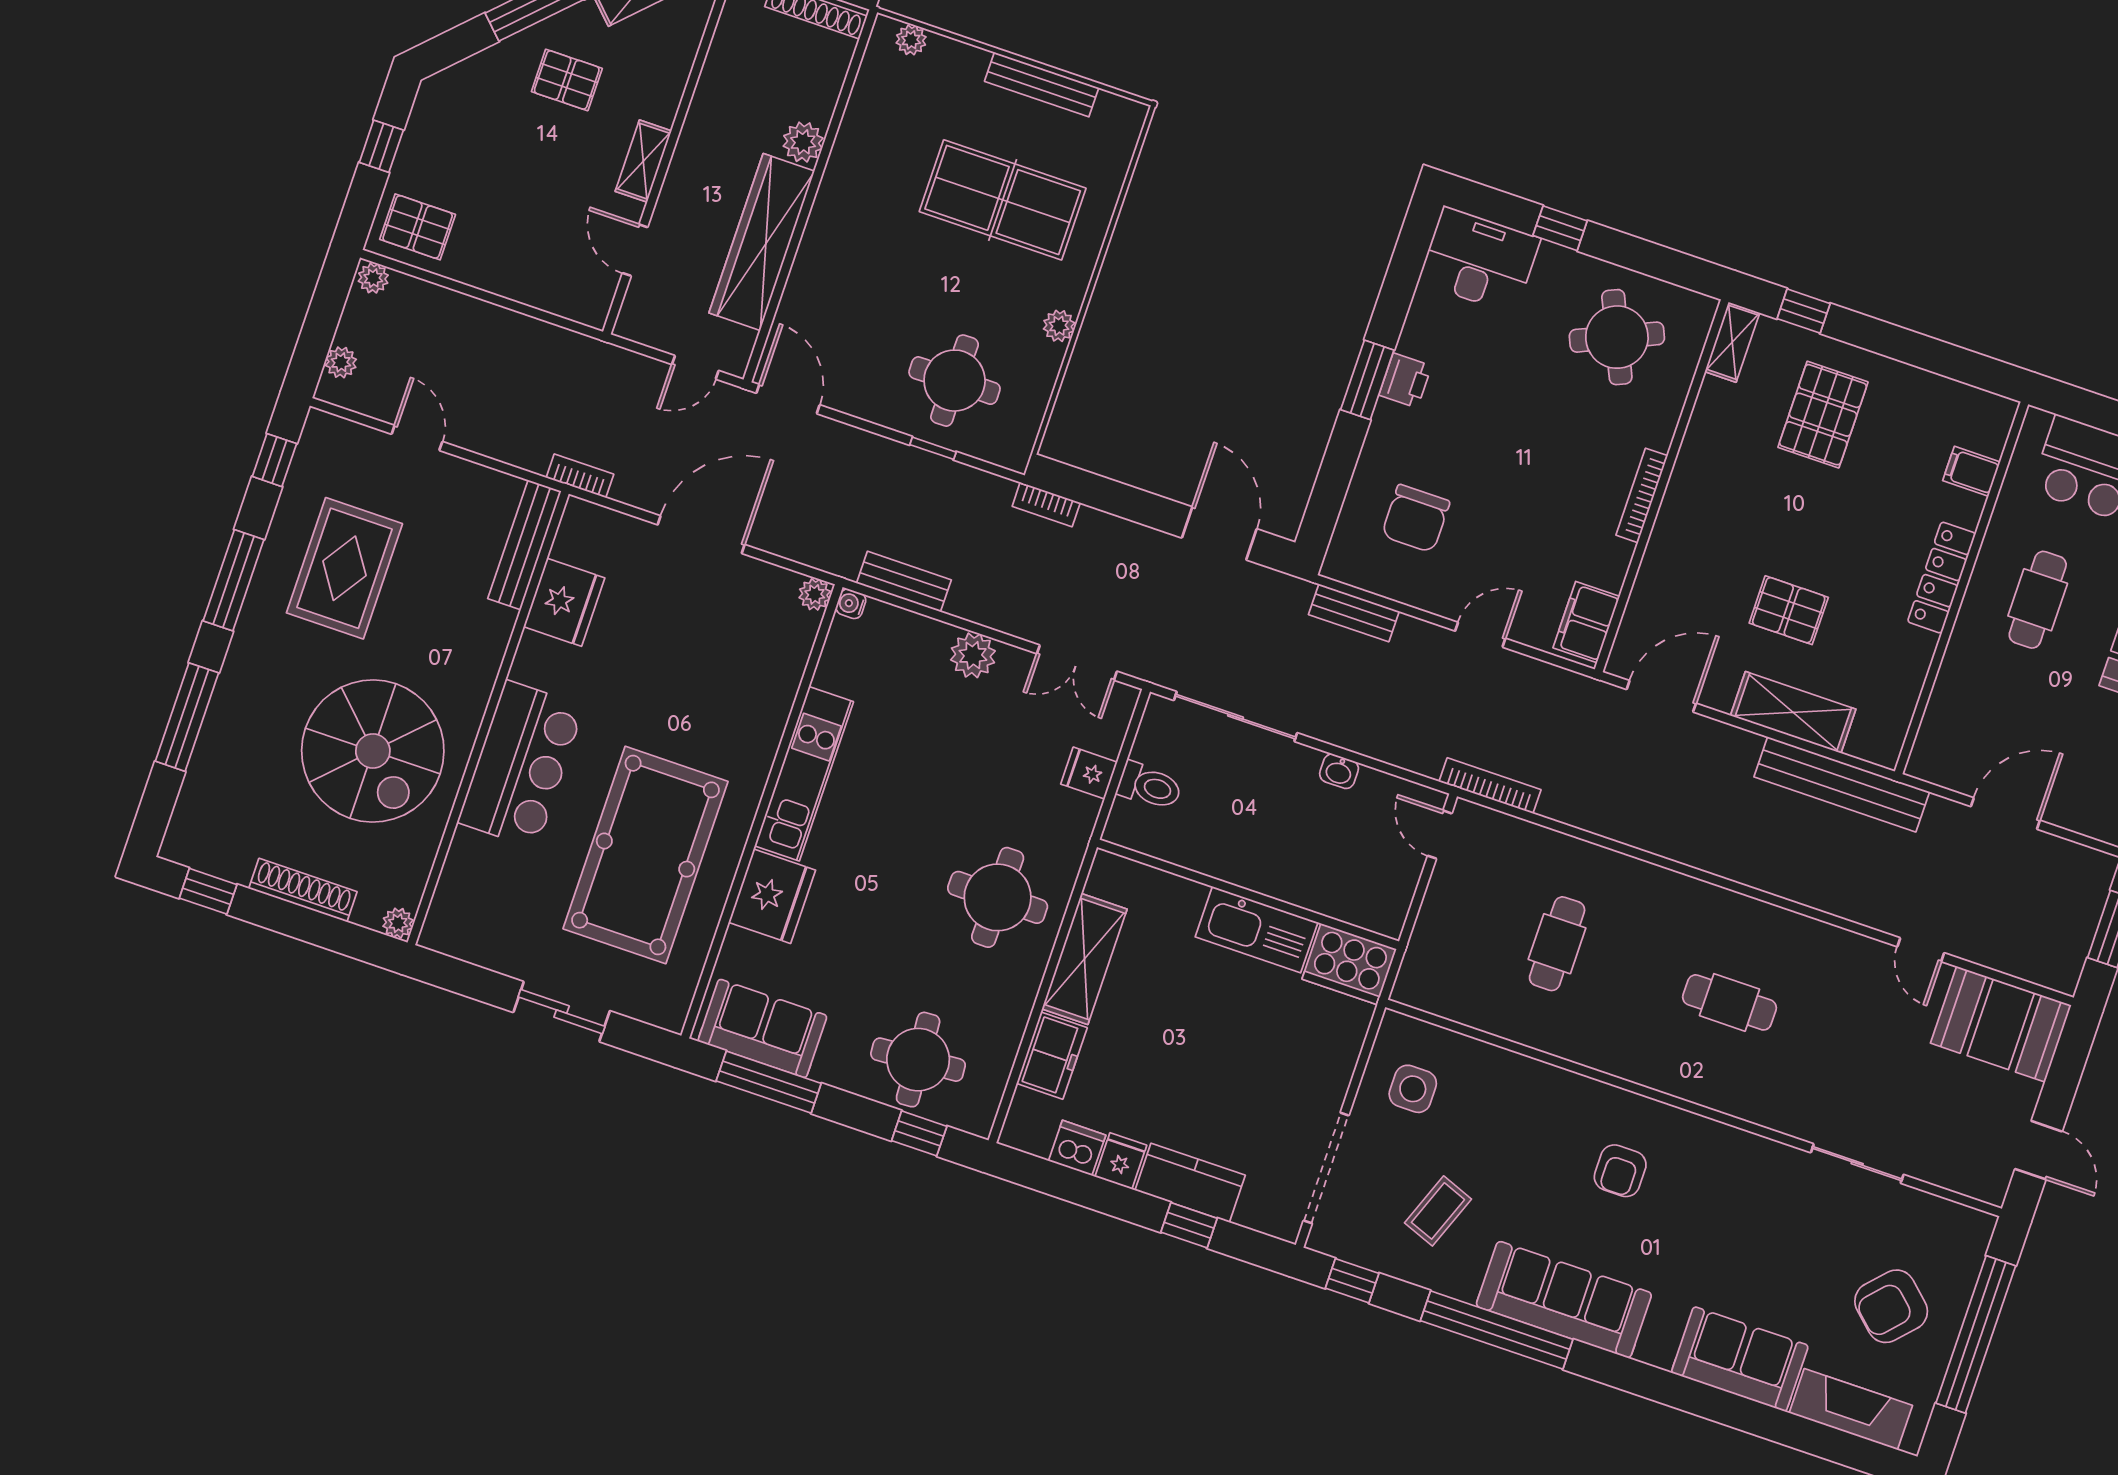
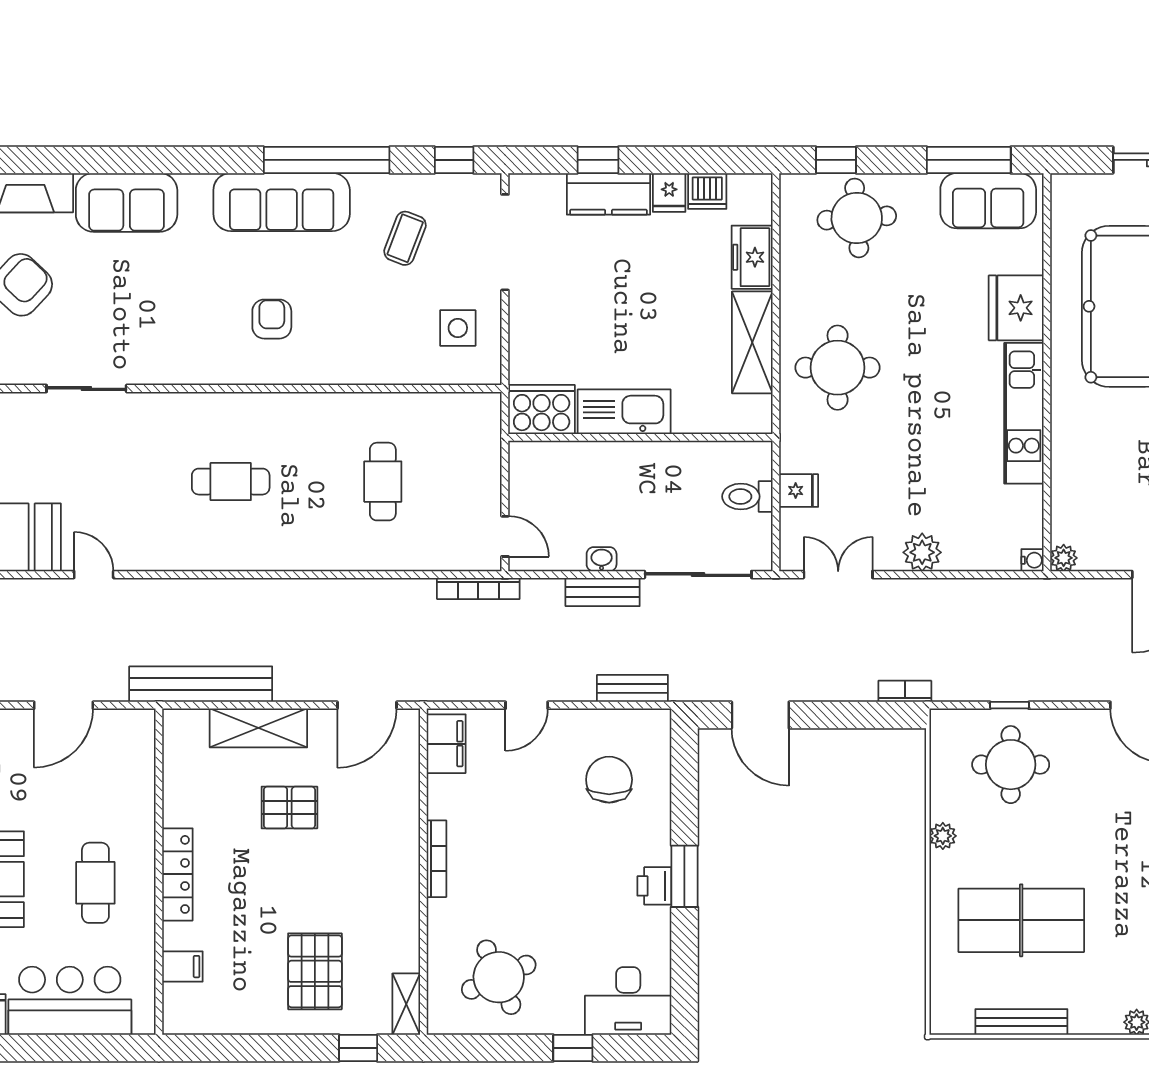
bench: (904, 582) -> (603, 592), moved

